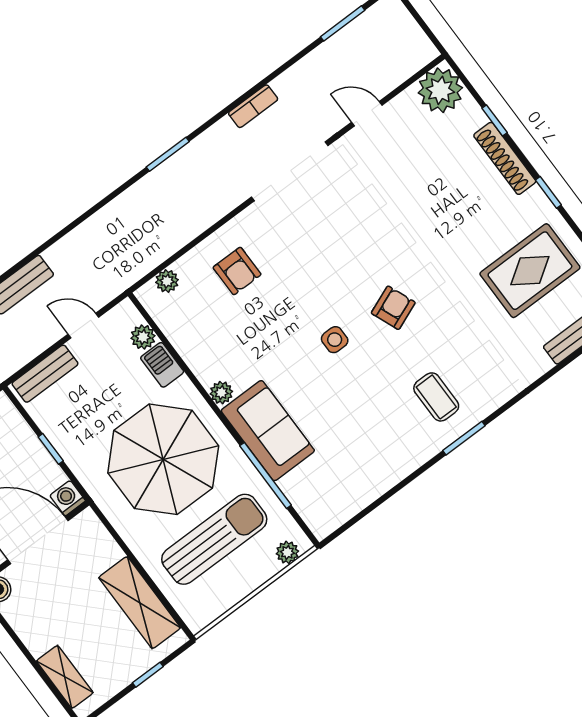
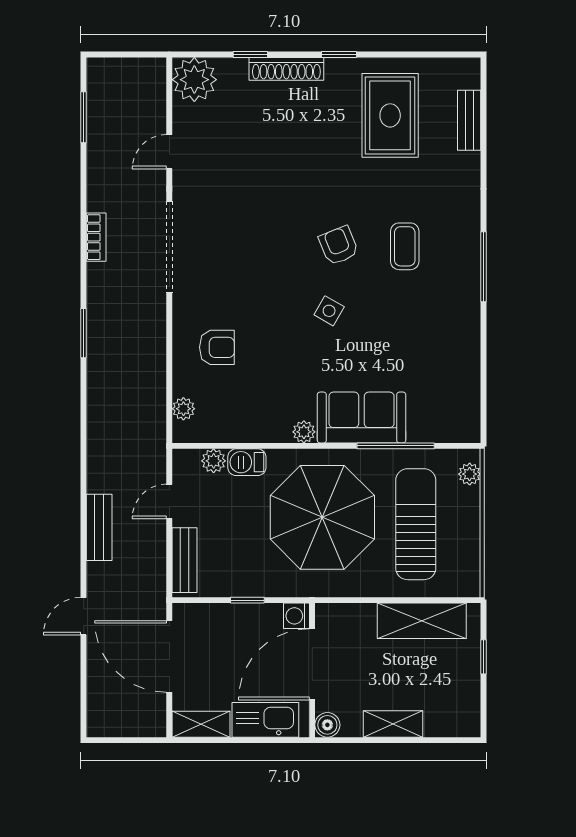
side table: (335, 340) -> (329, 311), turned 30
coffee table: (436, 397) -> (405, 246), moved, turned 90
window: (464, 438) -> (484, 267), width x1.44
shelving: (65, 677) -> (393, 724), moved

